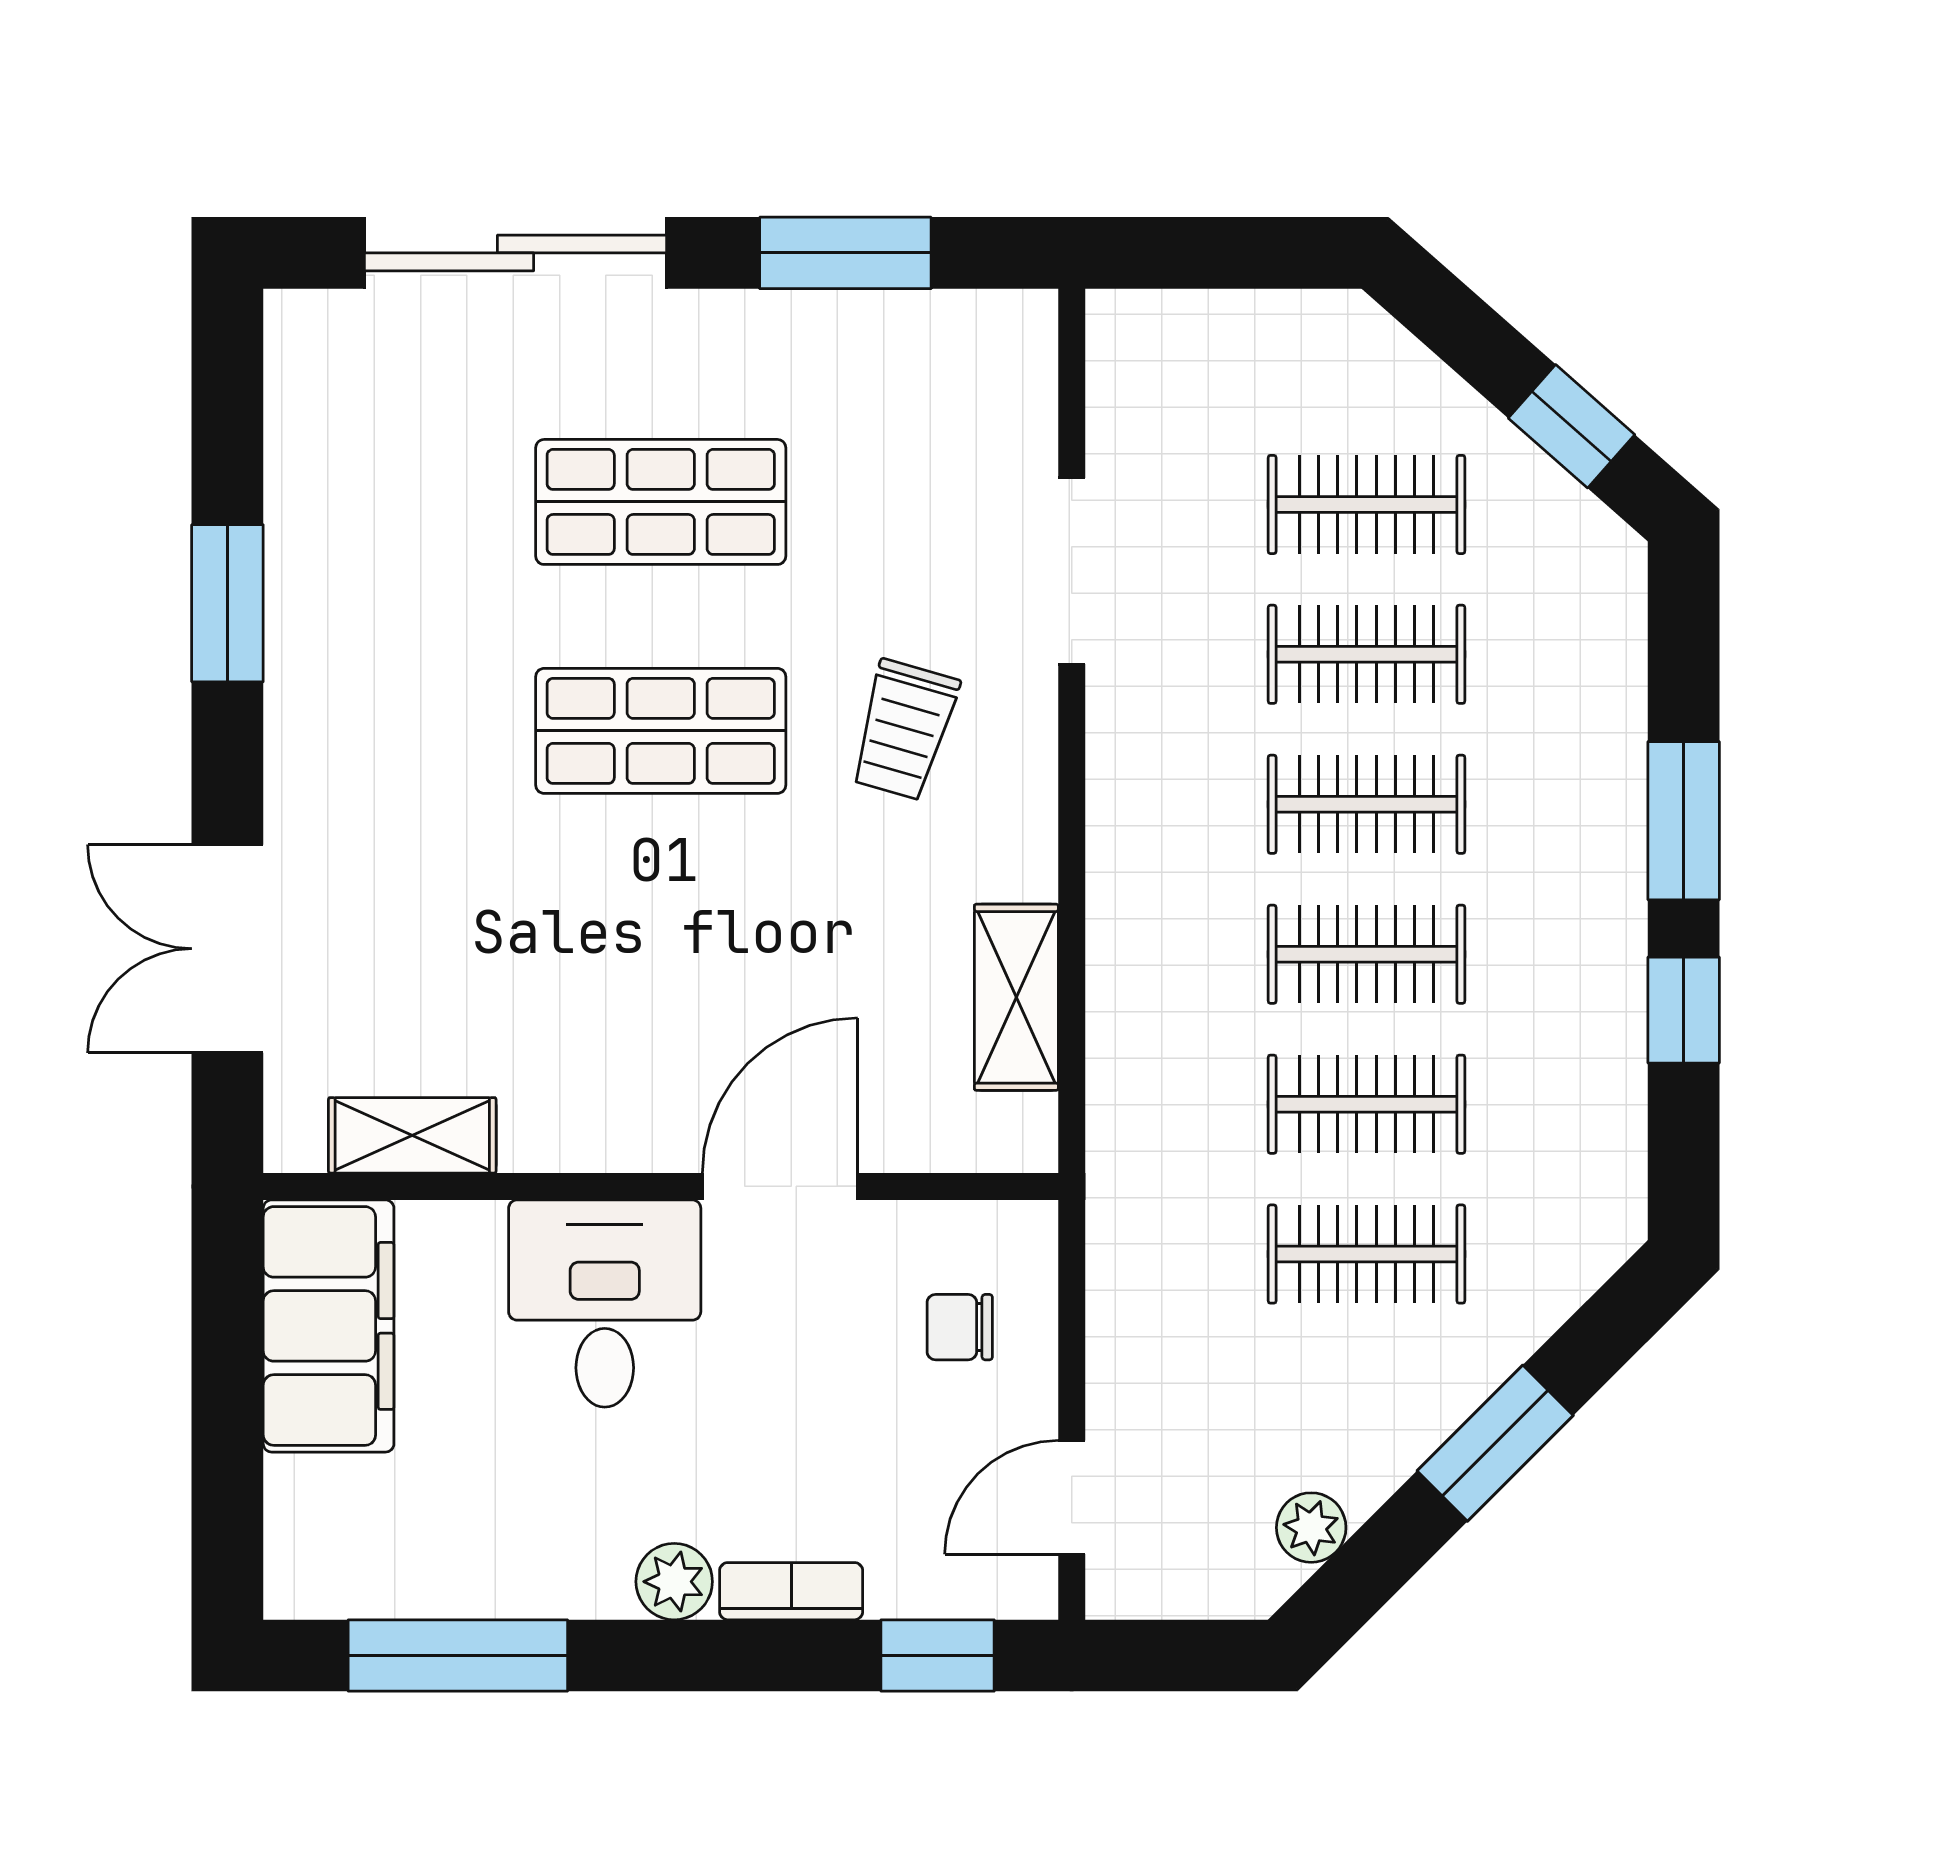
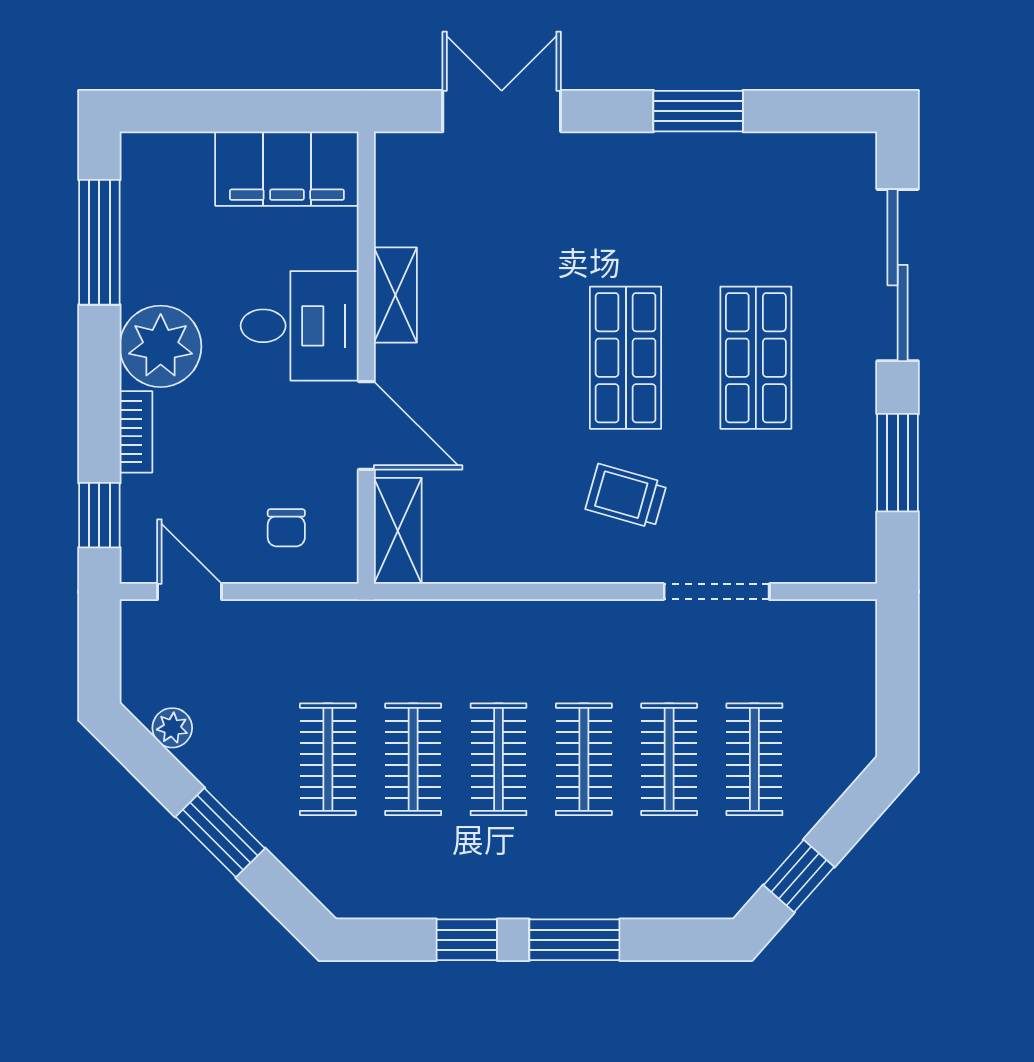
shelving: (1016, 997) -> (398, 531), moved, turned 90
shelving: (412, 1135) -> (395, 295), moved
chair: (960, 1327) -> (286, 528), turned 180
plant: (674, 1582) -> (161, 346), width x1.88, depth x1.88

